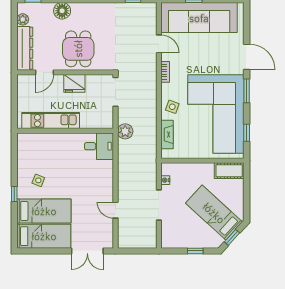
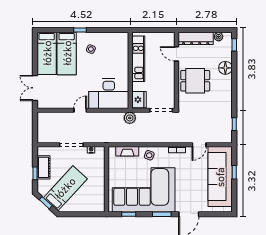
fridge: (74, 83) -> (139, 100), moved, turned 180
desk: (99, 146) -> (109, 94), width x1.87, depth x1.30
cot: (229, 171) -> (43, 167), moved
door: (115, 210) -> (80, 110), moved

